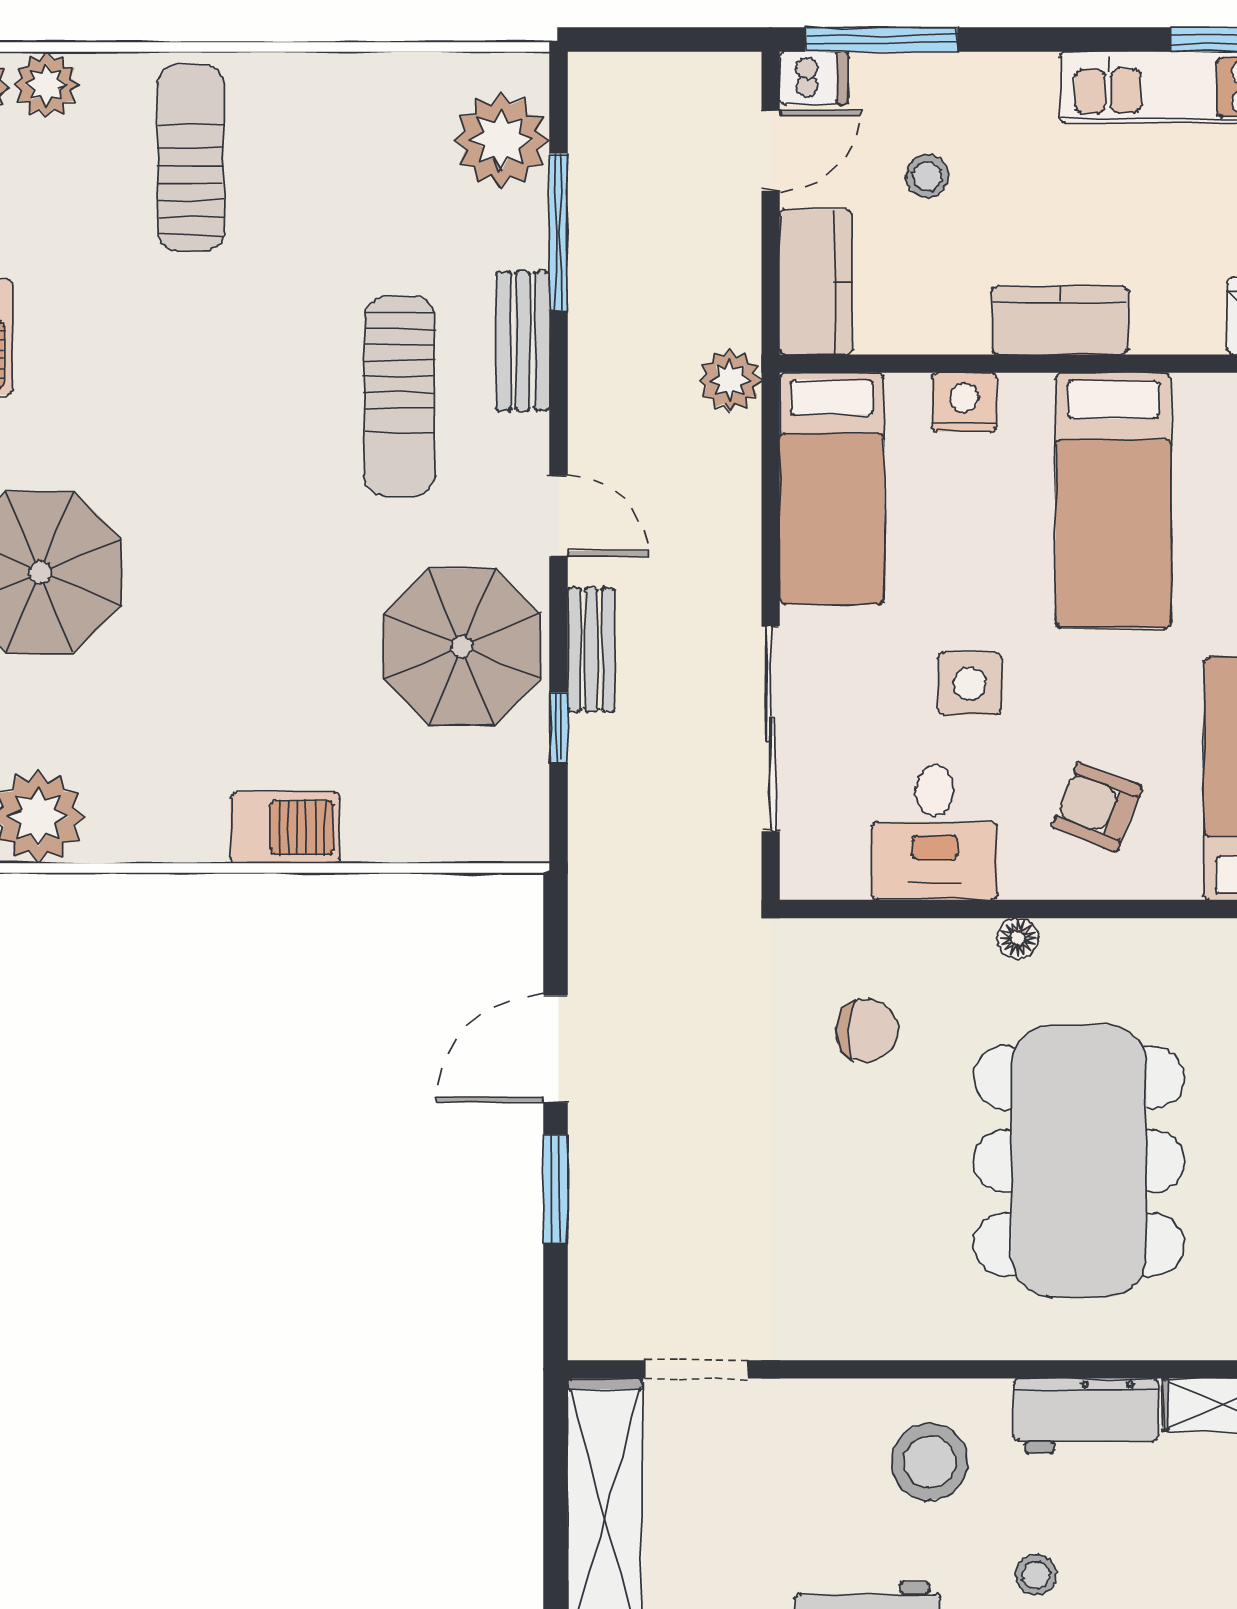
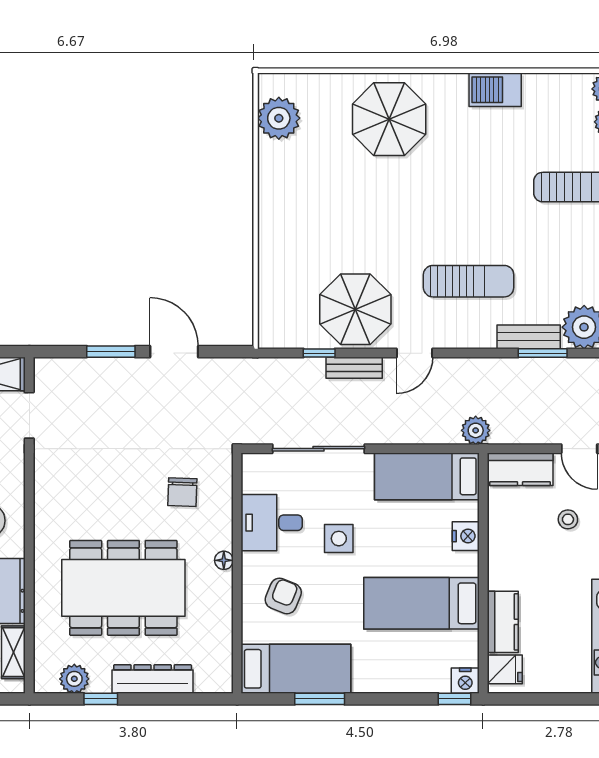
window: (559, 232) -> (543, 353), width x0.69
kitchen counter: (1060, 320) -> (503, 622), moved
bench: (523, 341) -> (529, 337), moved
sun lounger: (399, 396) -> (469, 281), turned 180
barbecue: (285, 828) -> (274, 230), removed

